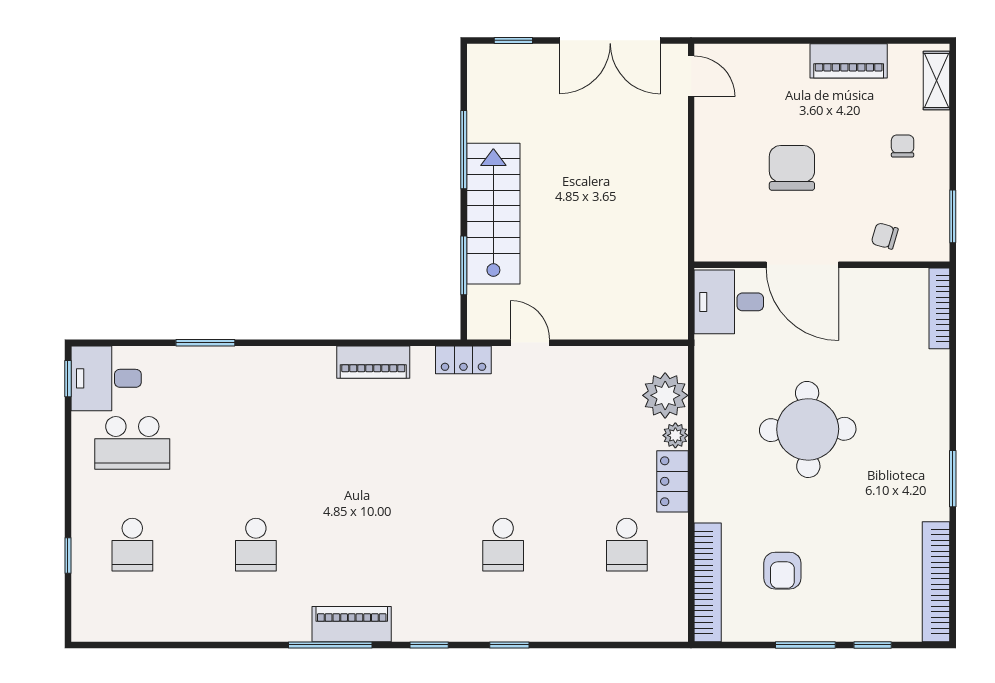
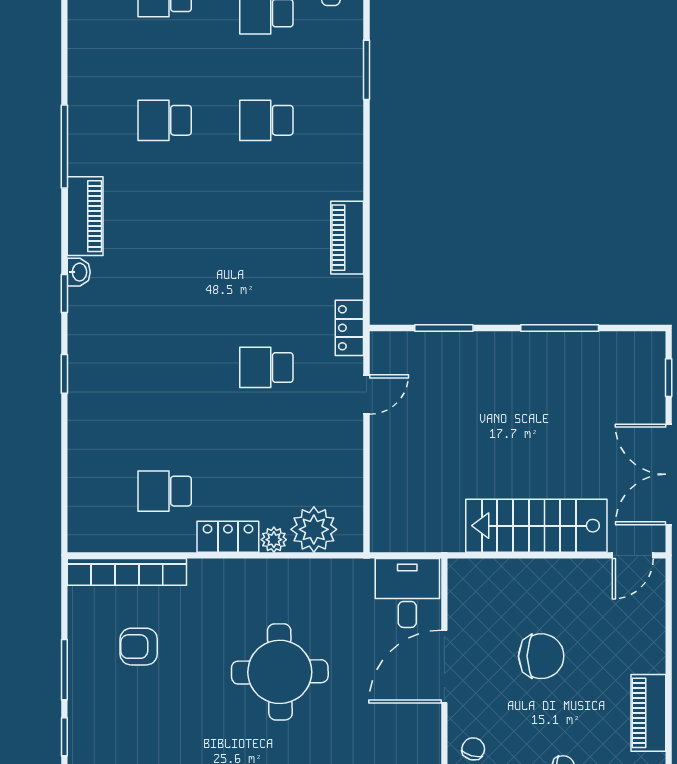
stairs: (493, 214) -> (536, 526), moved, turned 180
school desk: (256, 443) -> (266, 120), added
school desk: (503, 545) -> (266, 367), moved
washbasin: (408, 630) -> (79, 272), added
window: (330, 645) -> (64, 146), moved

